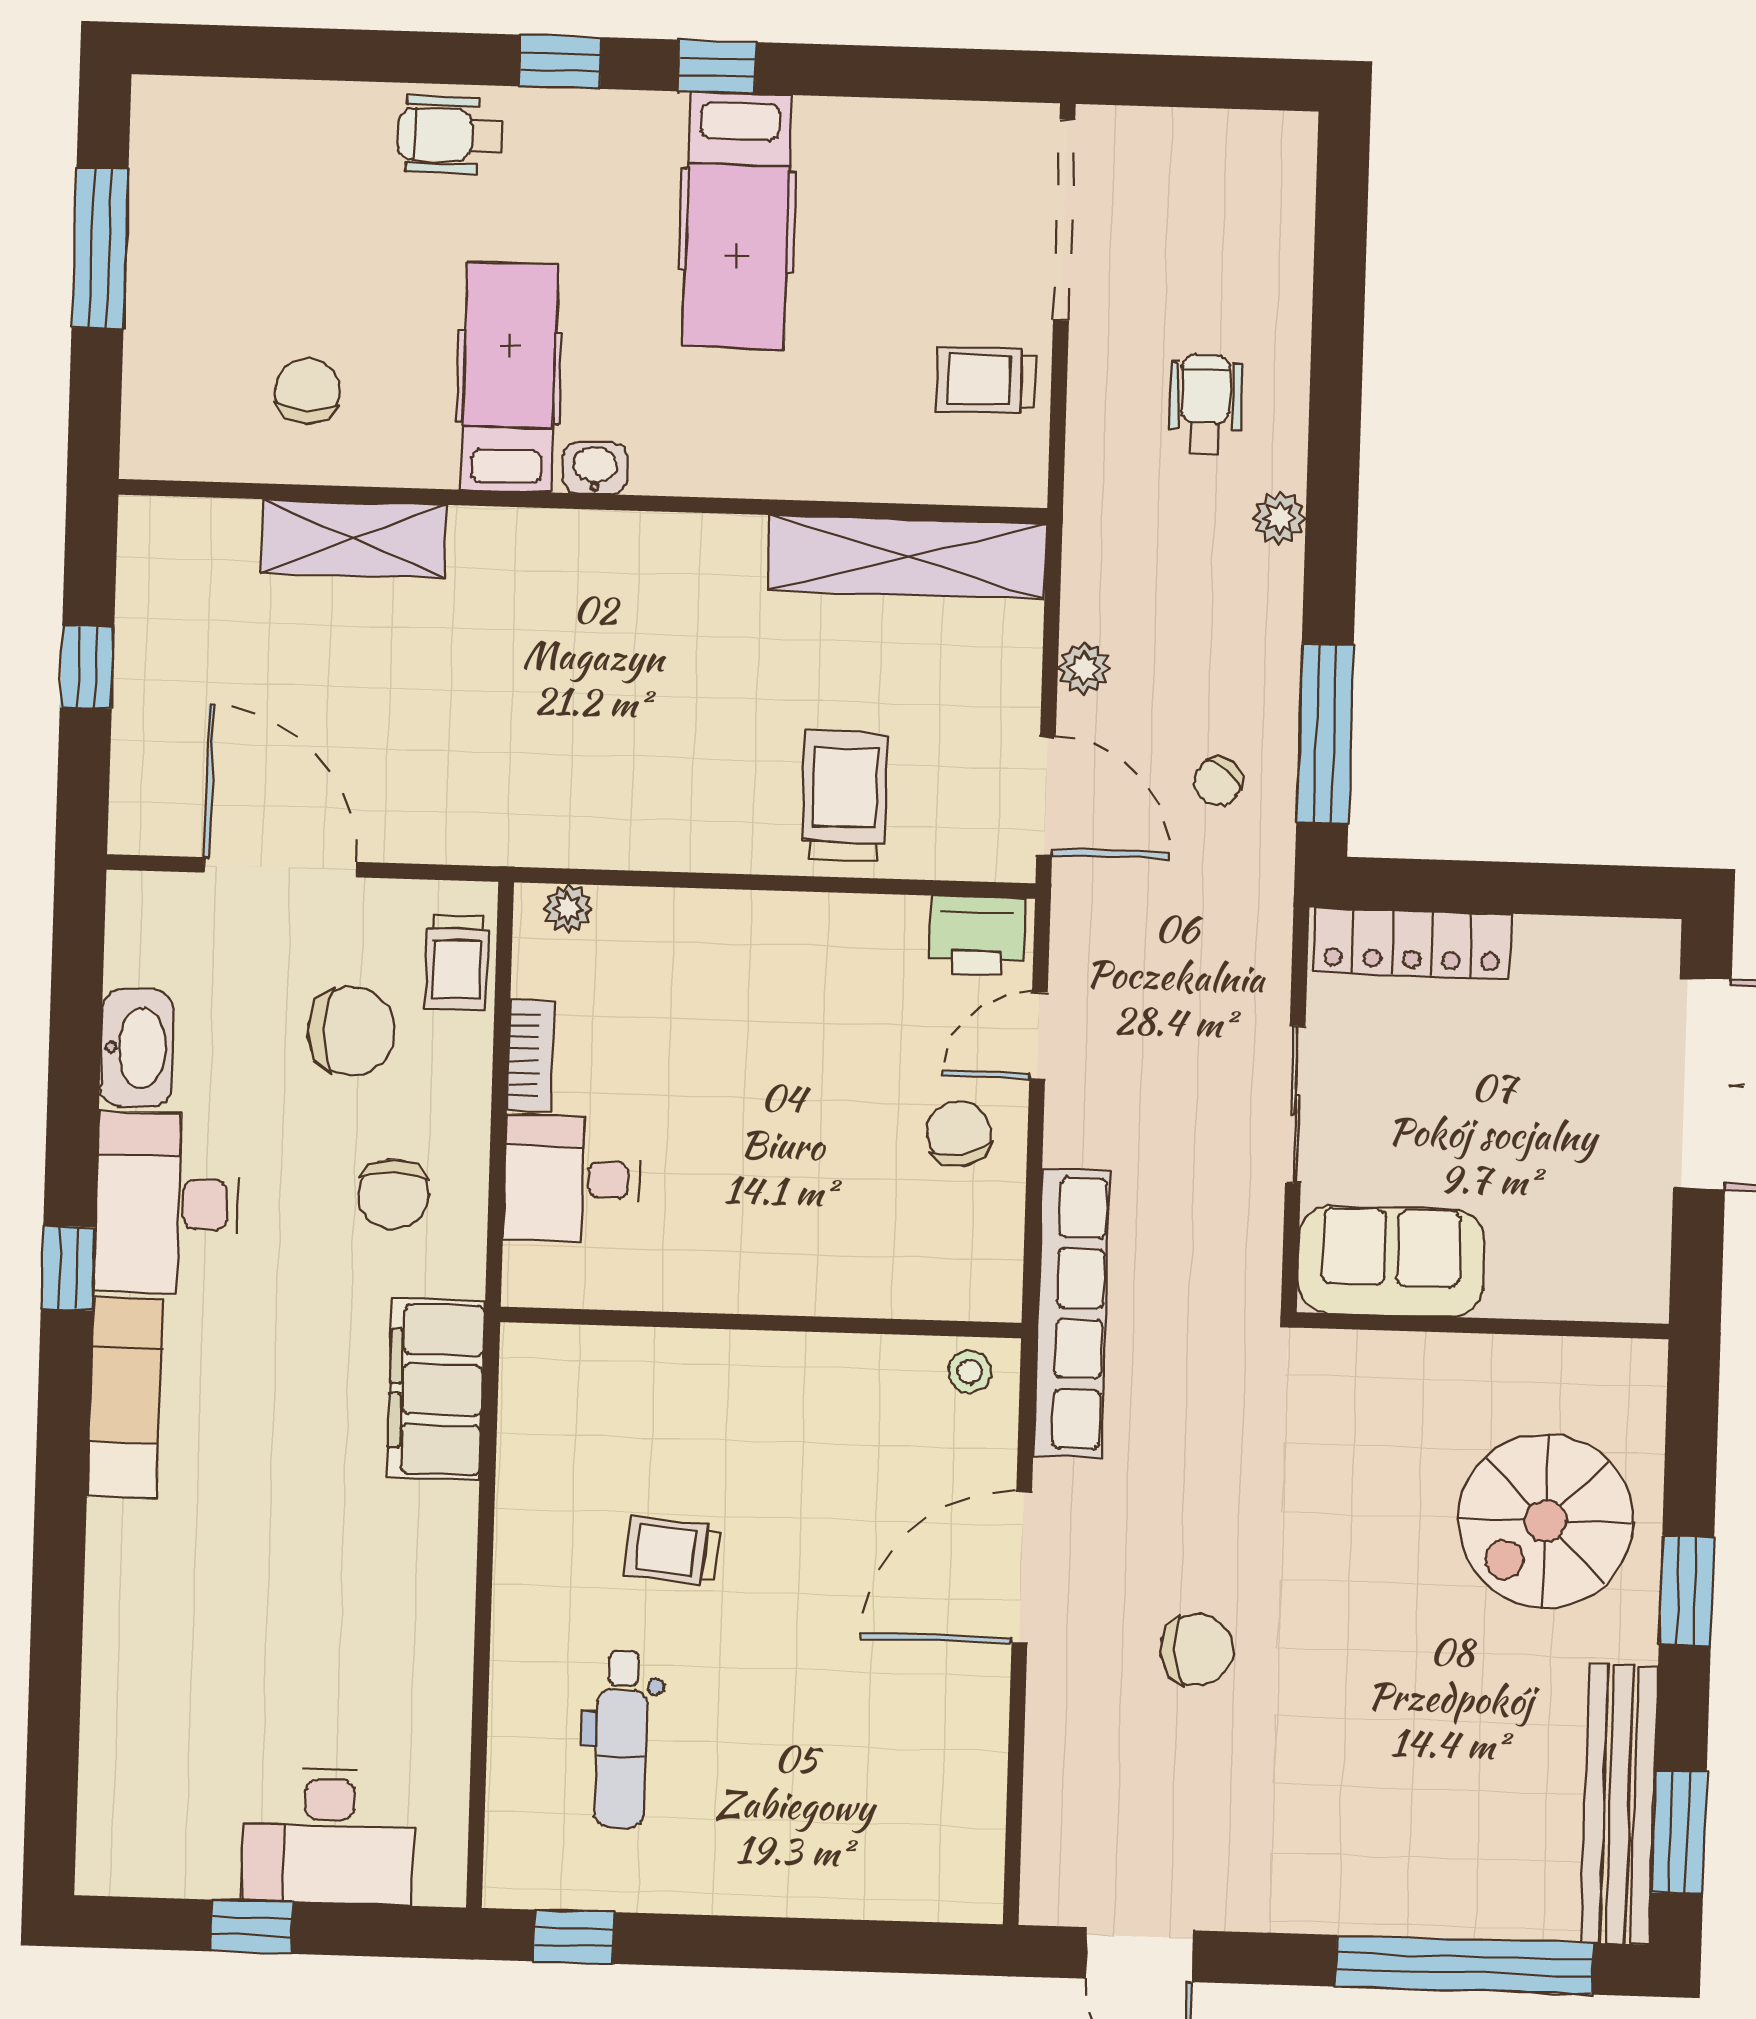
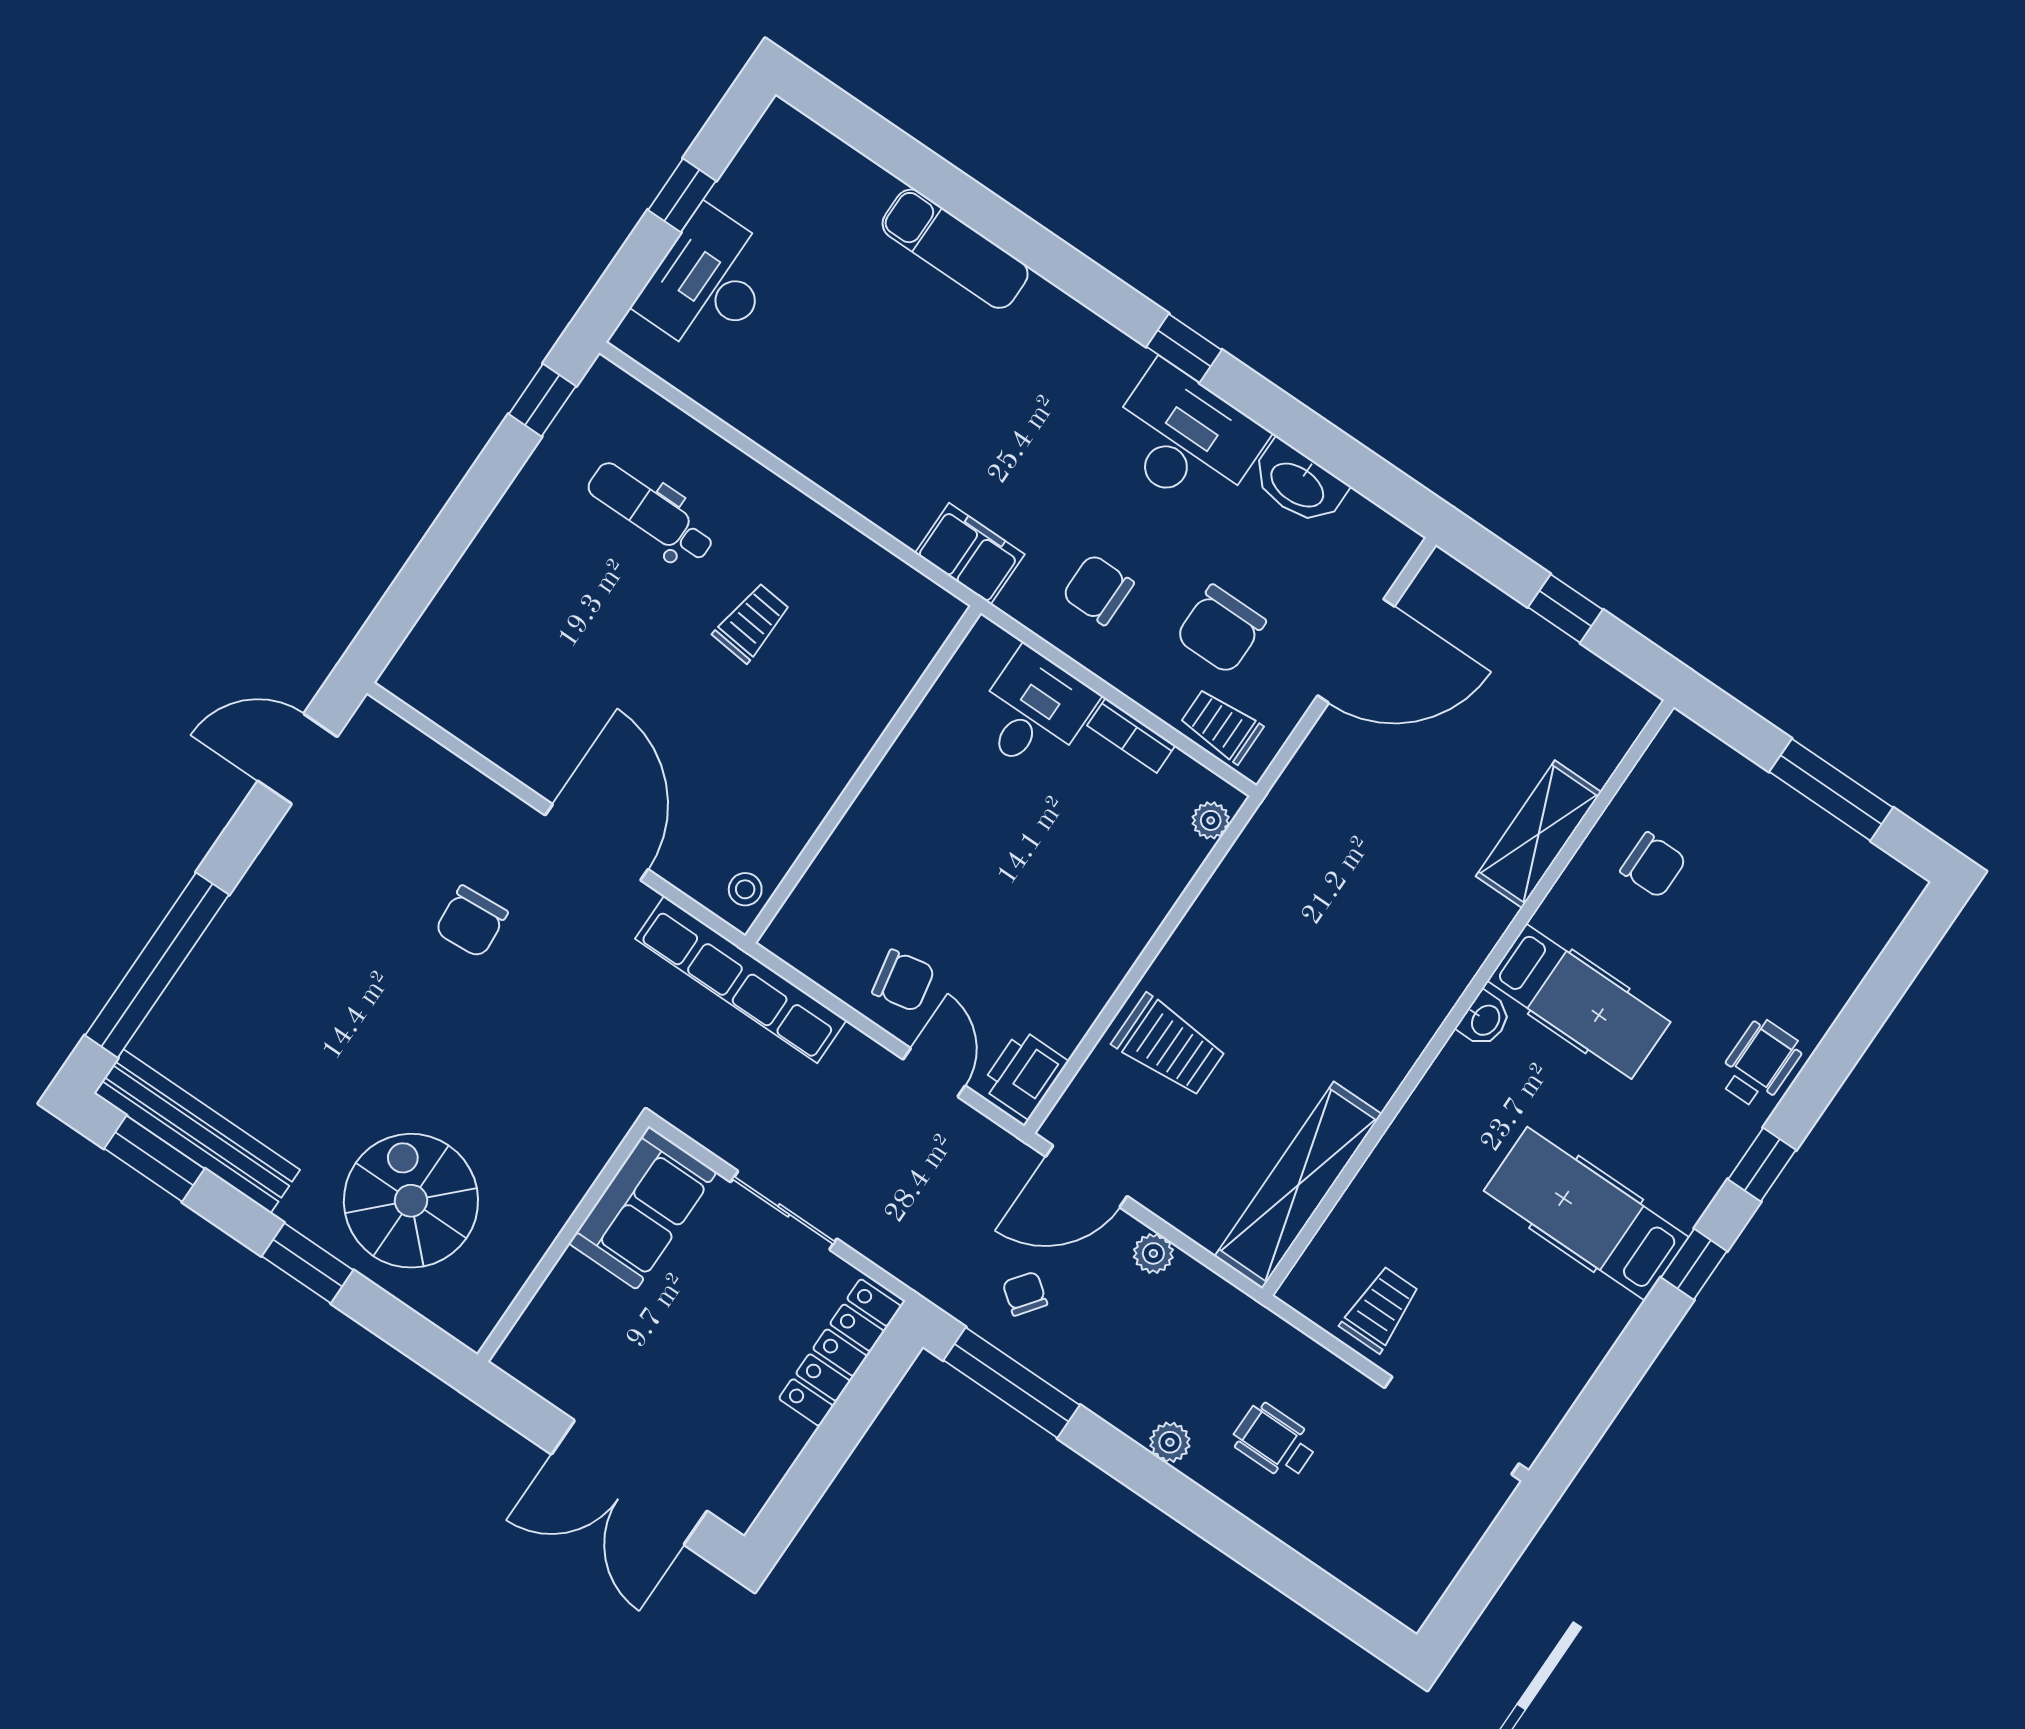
wheelchair: (1206, 404) -> (1275, 1441), turned 180
filing cabinet: (436, 1389) -> (970, 554), width x0.67, depth x0.86
exam couch: (125, 1398) -> (955, 249), moved

